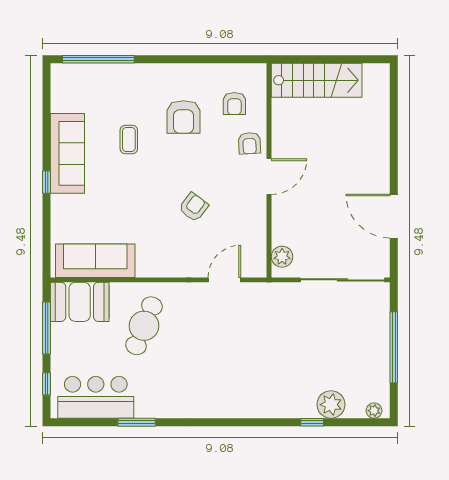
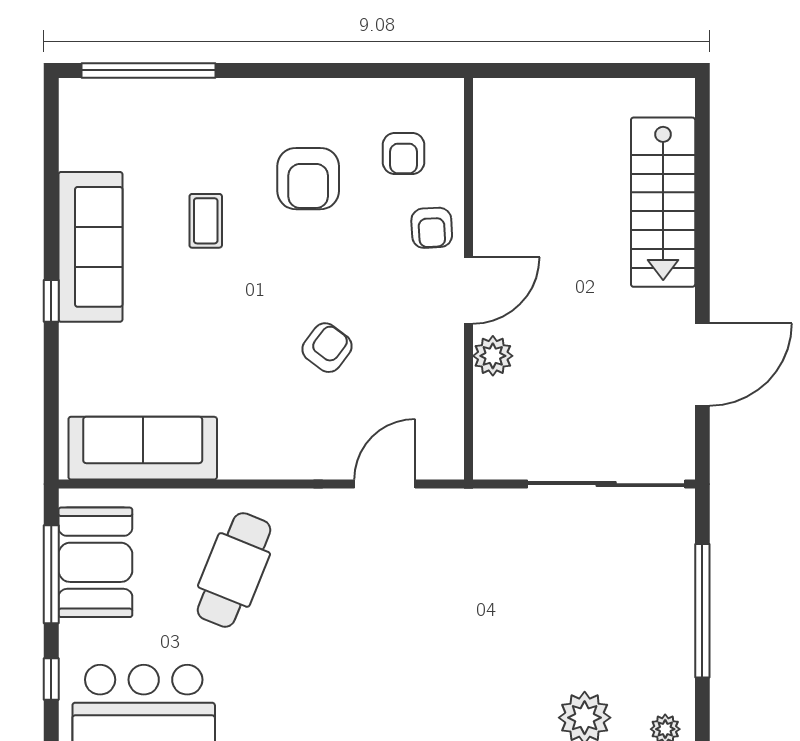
stairs: (317, 80) -> (663, 202), moved, turned 90
door: (394, 216) -> (702, 365), swing flipped
plant: (282, 257) -> (493, 356), moved
booth: (80, 302) -> (95, 562), moved, turned 90

